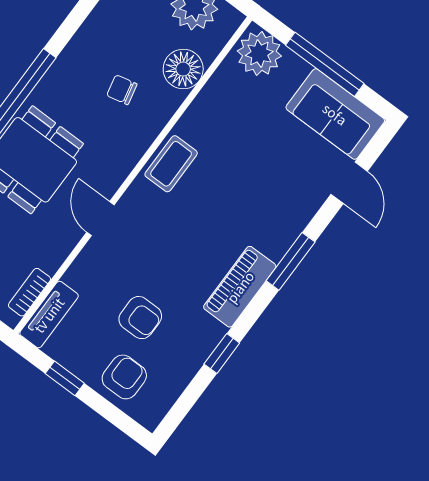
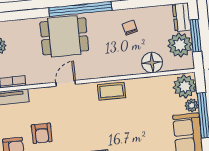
plant: (295, 68) -> (192, 105), added
chair: (122, 90) -> (130, 28), moved

